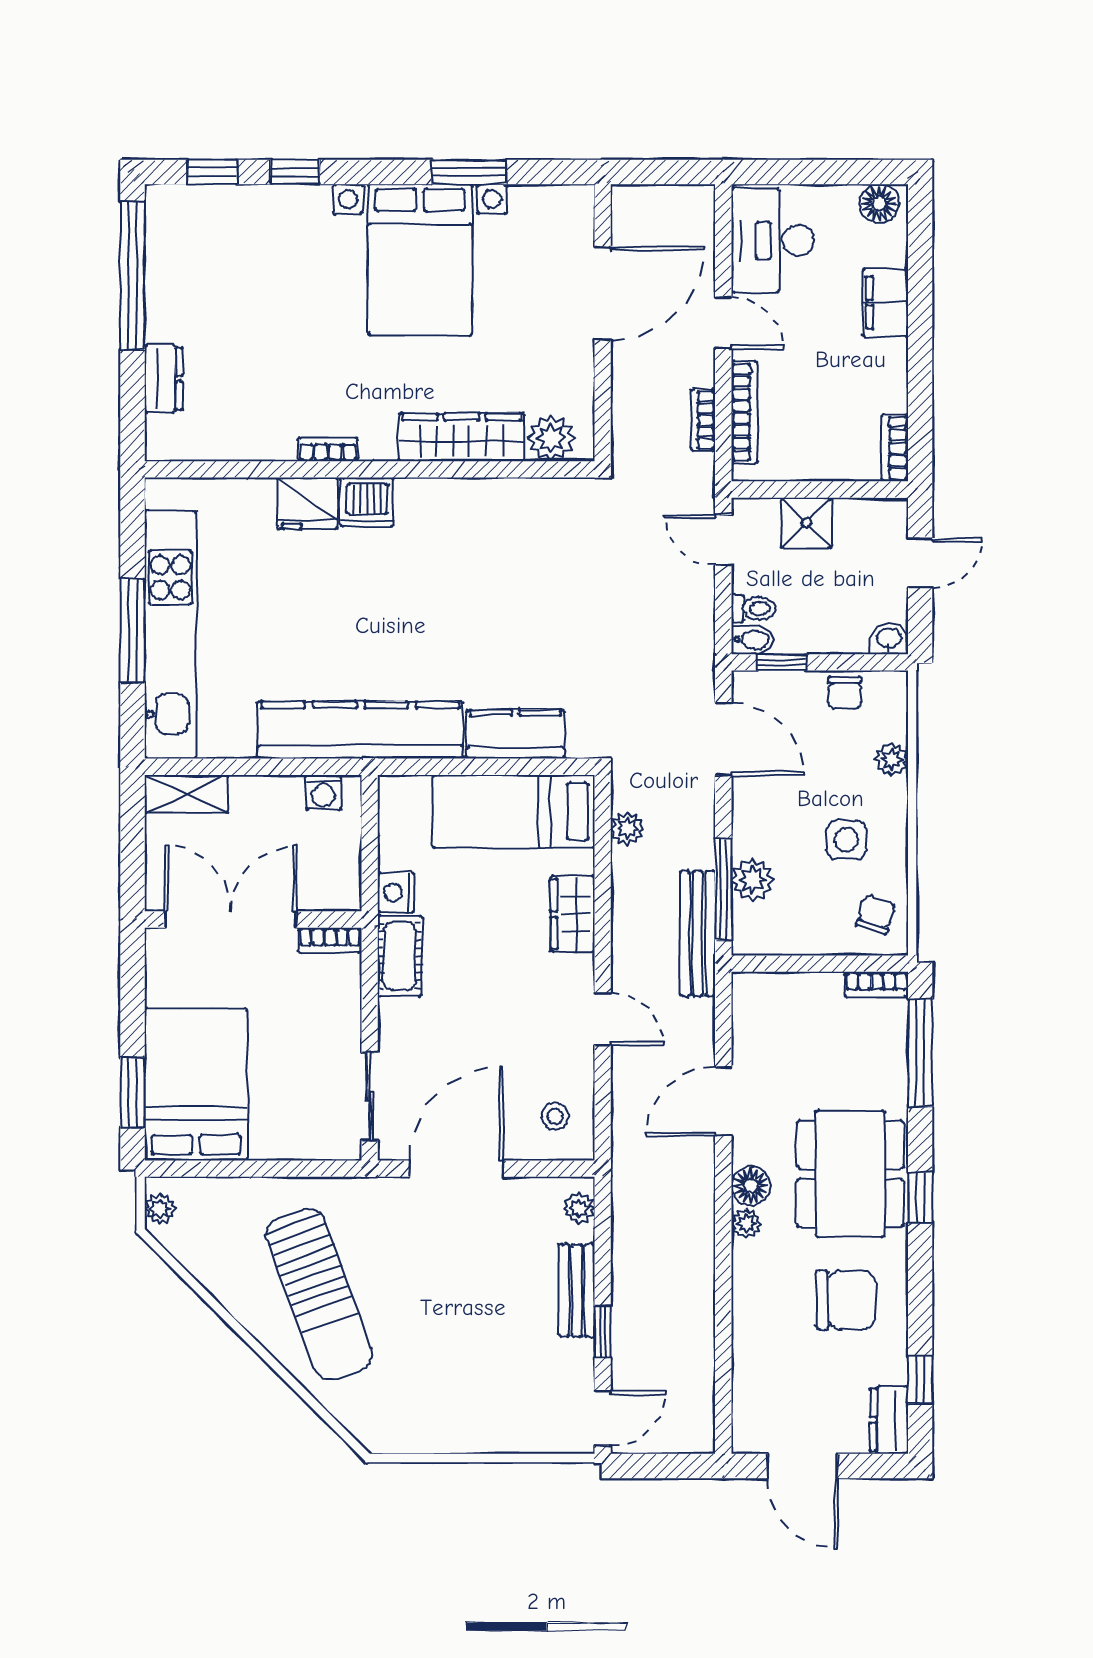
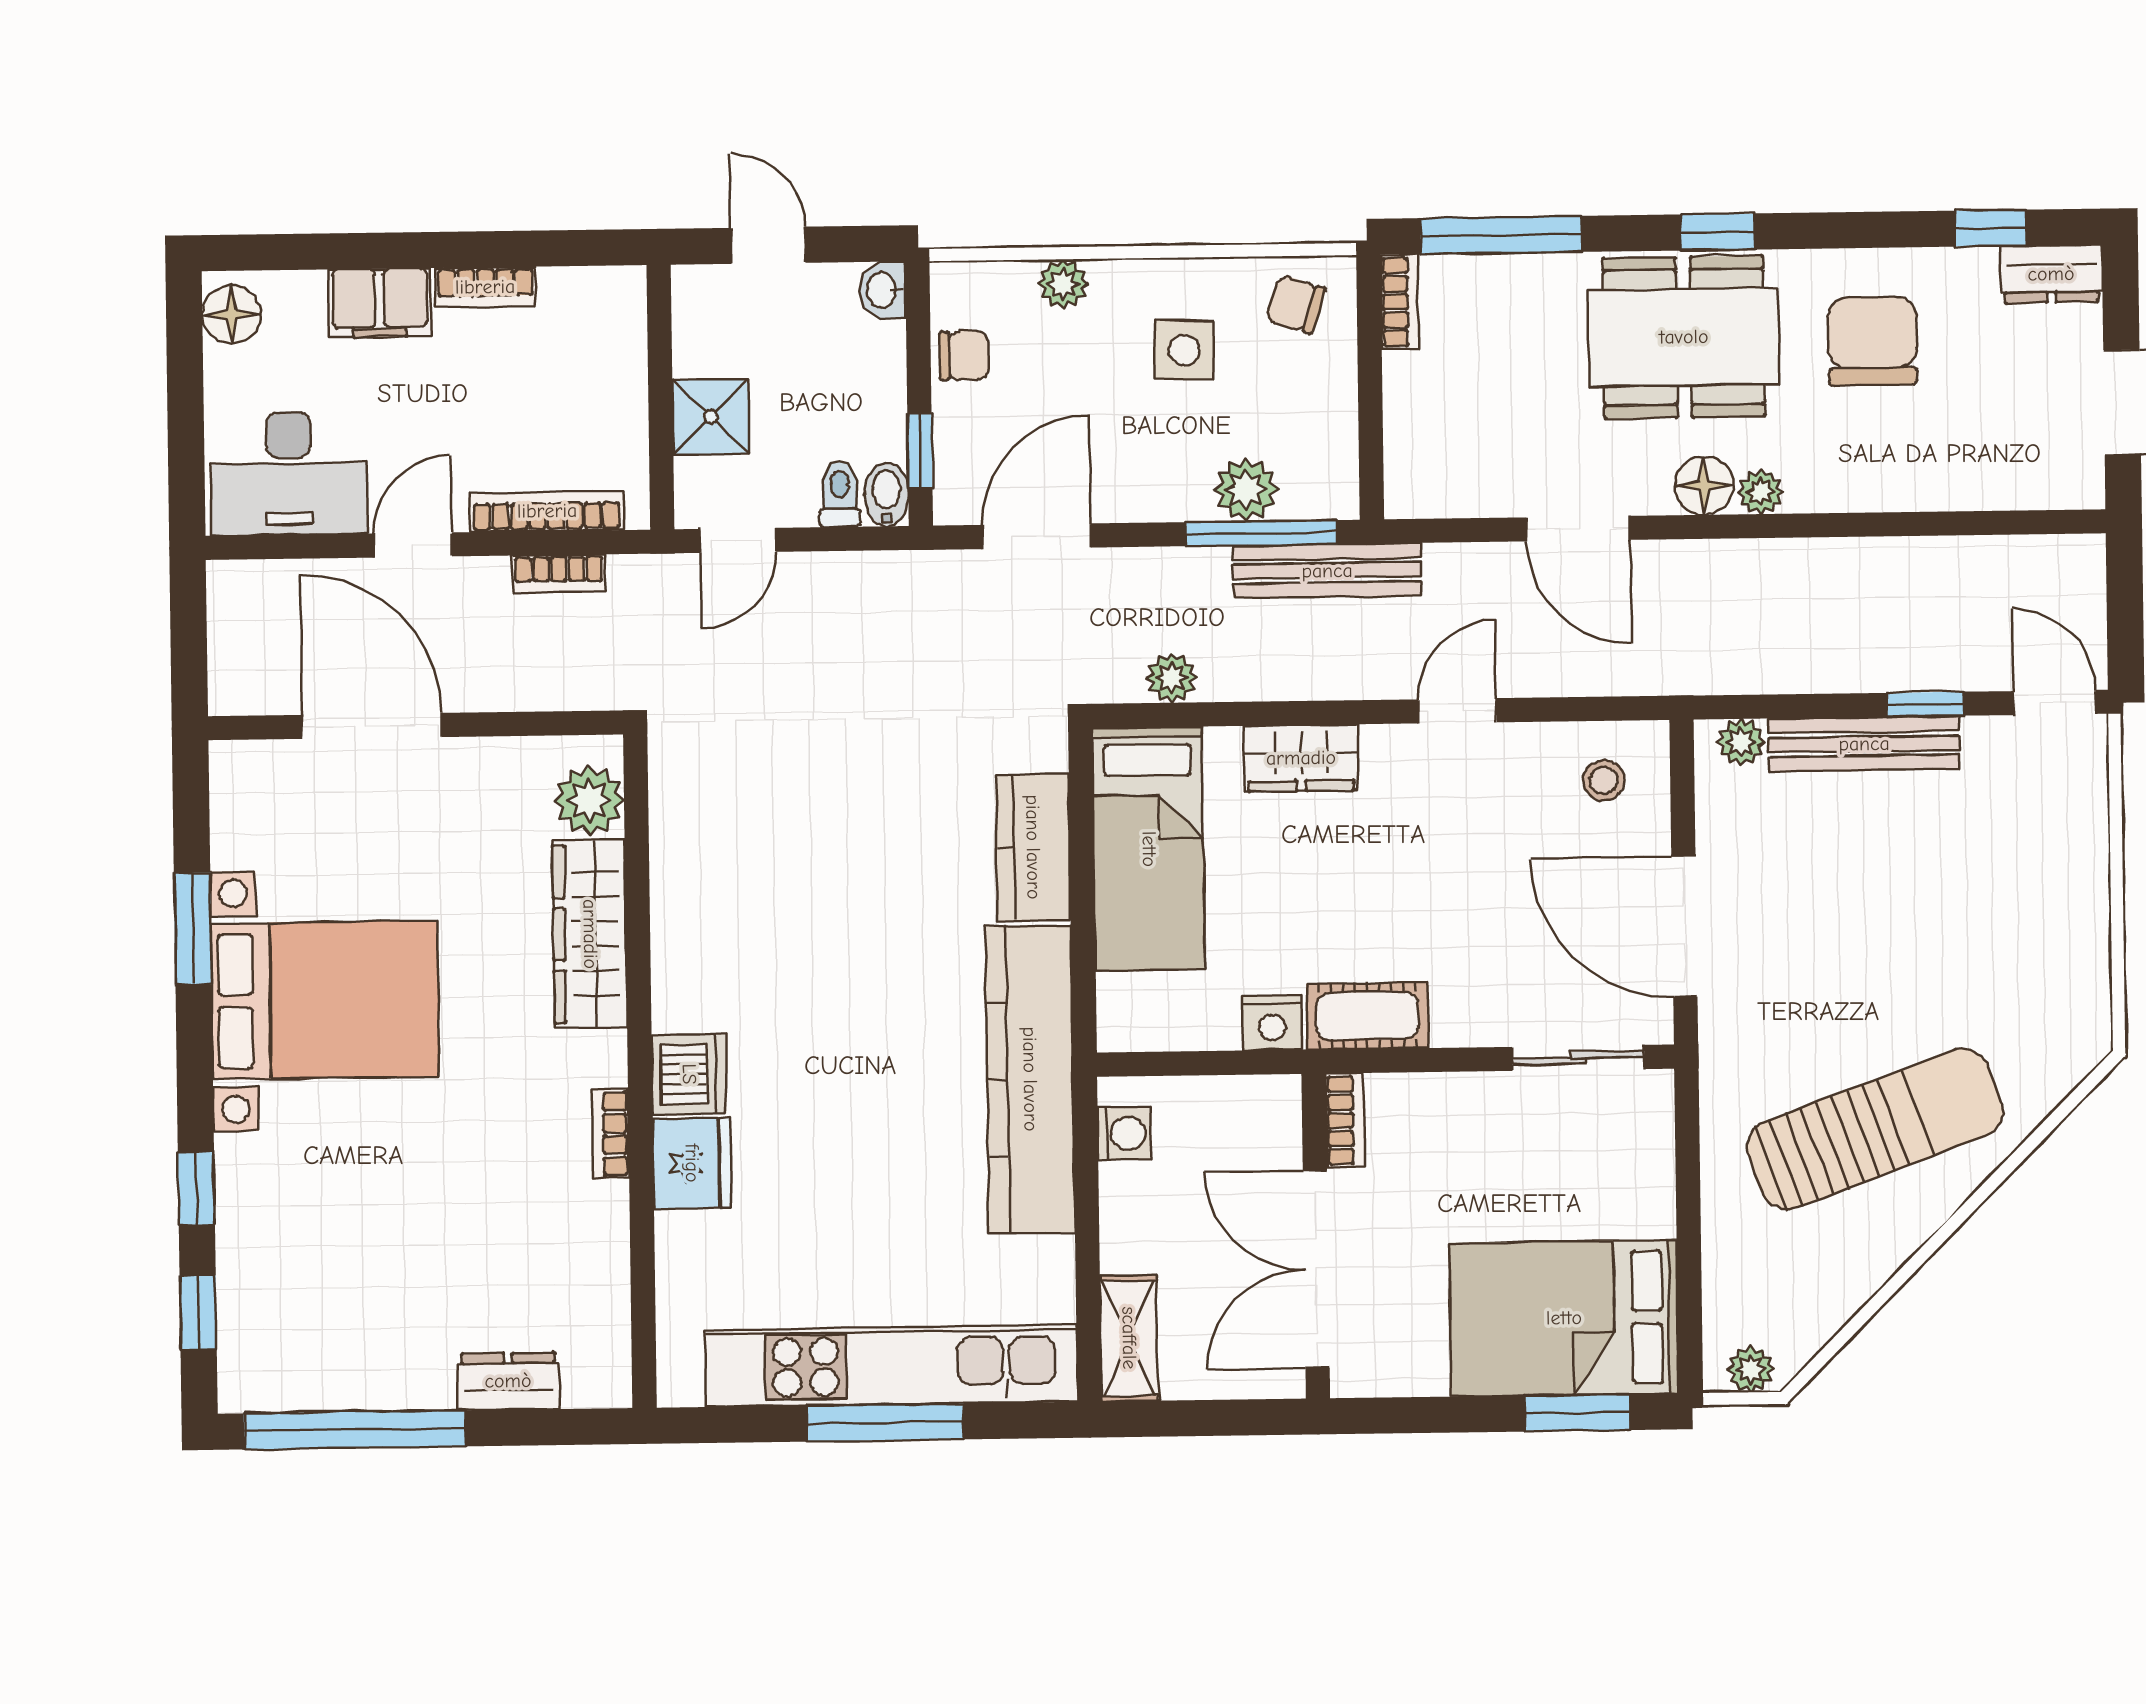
bookcase: (895, 448) -> (485, 287), moved
bench: (577, 1290) -> (1864, 744), width x1.36

